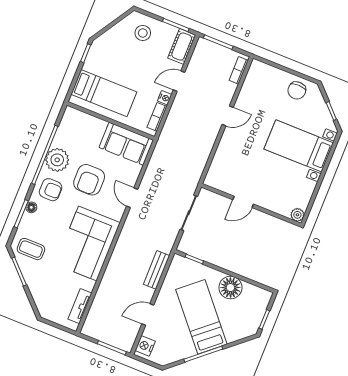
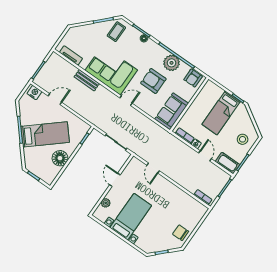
bed: (104, 93) -> (221, 113), moved
door: (228, 116) -> (153, 168), moved
bed with nightstands: (299, 146) -> (131, 217), moved
armchair: (51, 190) -> (193, 78), moved
door: (132, 198) -> (126, 101), moved
plant: (297, 215) -> (106, 203), moved
bench: (157, 270) -> (87, 80), moved
door: (148, 315) -> (55, 99), hinge flipped

